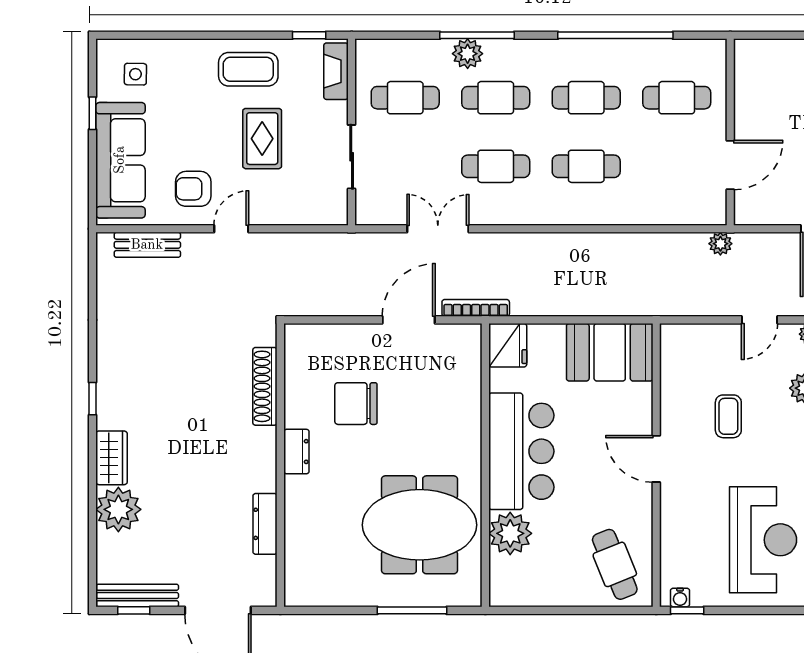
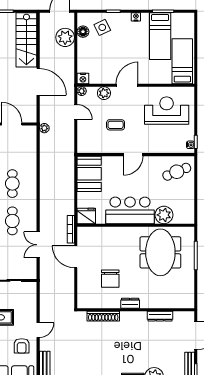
door: (231, 229) -> (38, 330), swing flipped

